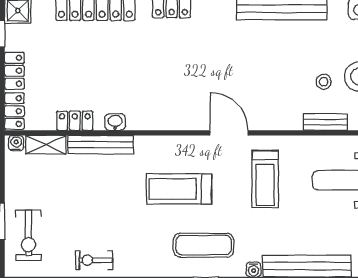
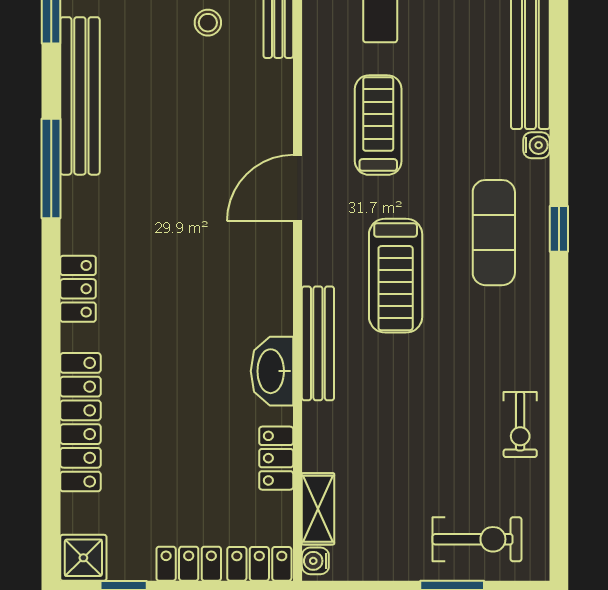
washbasin: (115, 122) -> (272, 371), width x1.91, depth x1.45
bench: (101, 145) -> (318, 343), moved
treadmill: (265, 179) -> (378, 125), turned -90

